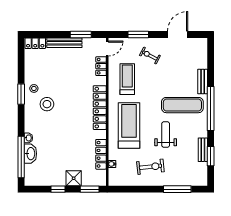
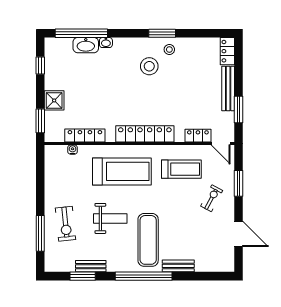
exercise bike: (150, 167) -> (66, 224), moved
window: (58, 189) -> (40, 65), moved

